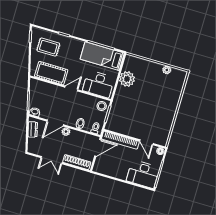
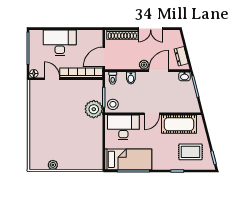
plant: (127, 79) -> (94, 109), moved
double door: (52, 160) -> (151, 29), swing flipped
desk: (143, 174) -> (60, 43), moved

